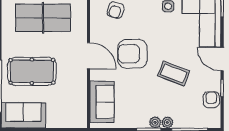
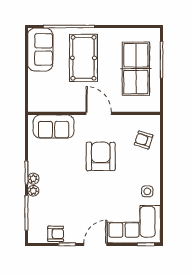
door: (89, 56) -> (99, 113), swing flipped
coffee table: (174, 73) -> (81, 197), removed

